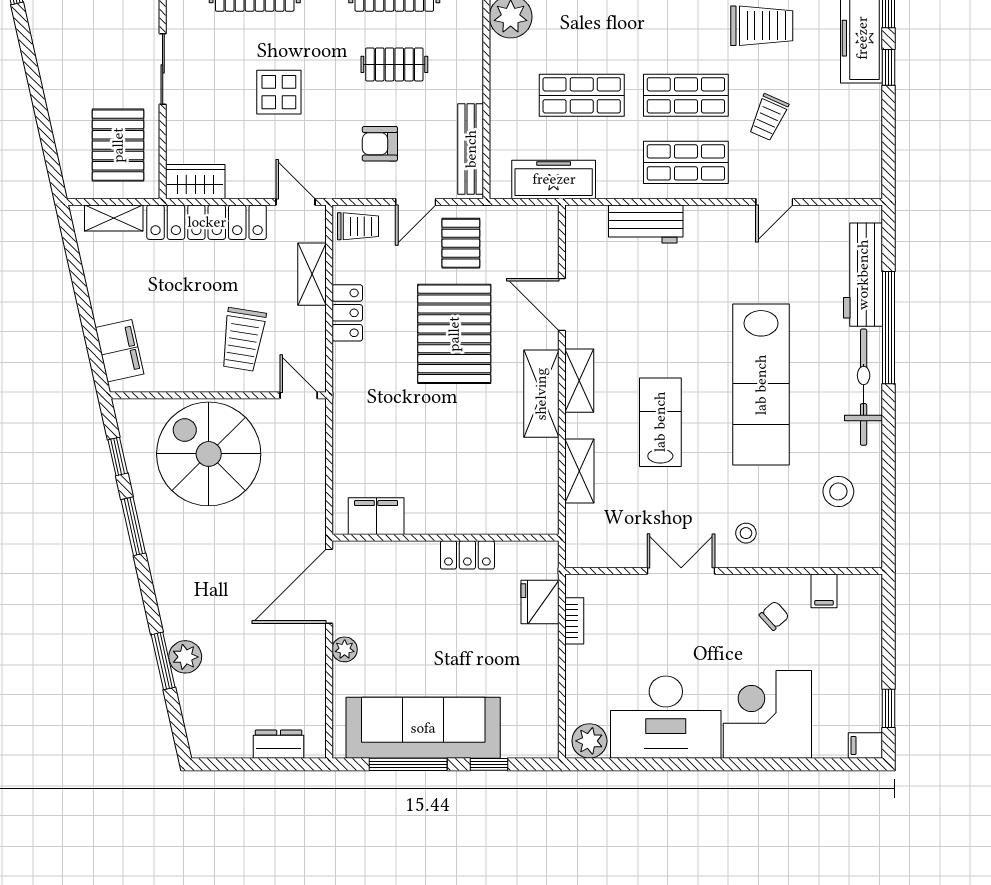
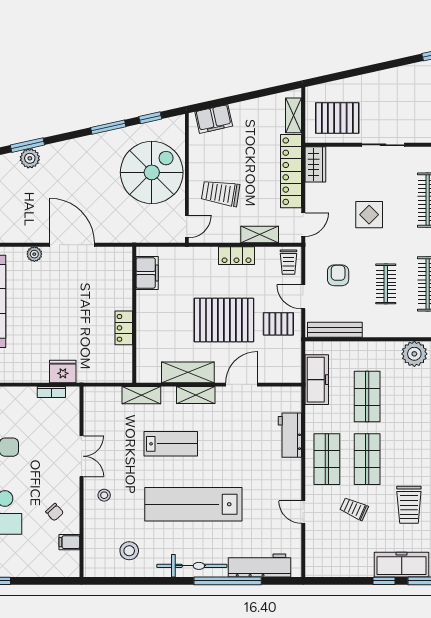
filing cabinet: (376, 516) -> (147, 273), moved
wall: (445, 538) -> (134, 315), moved
locker: (467, 555) -> (124, 328), moved

